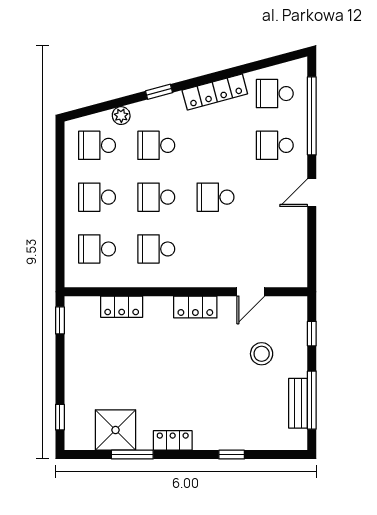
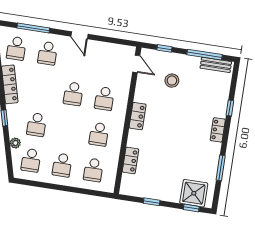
window: (312, 116) -> (33, 28), width x0.68
school desk: (156, 197) -> (104, 99), moved
door: (251, 292) -> (136, 64), moved
window: (60, 320) -> (152, 202), moved
bench: (298, 403) -> (216, 65), moved
shower: (116, 430) -> (194, 193), moved
locker: (173, 440) -> (218, 130), moved

